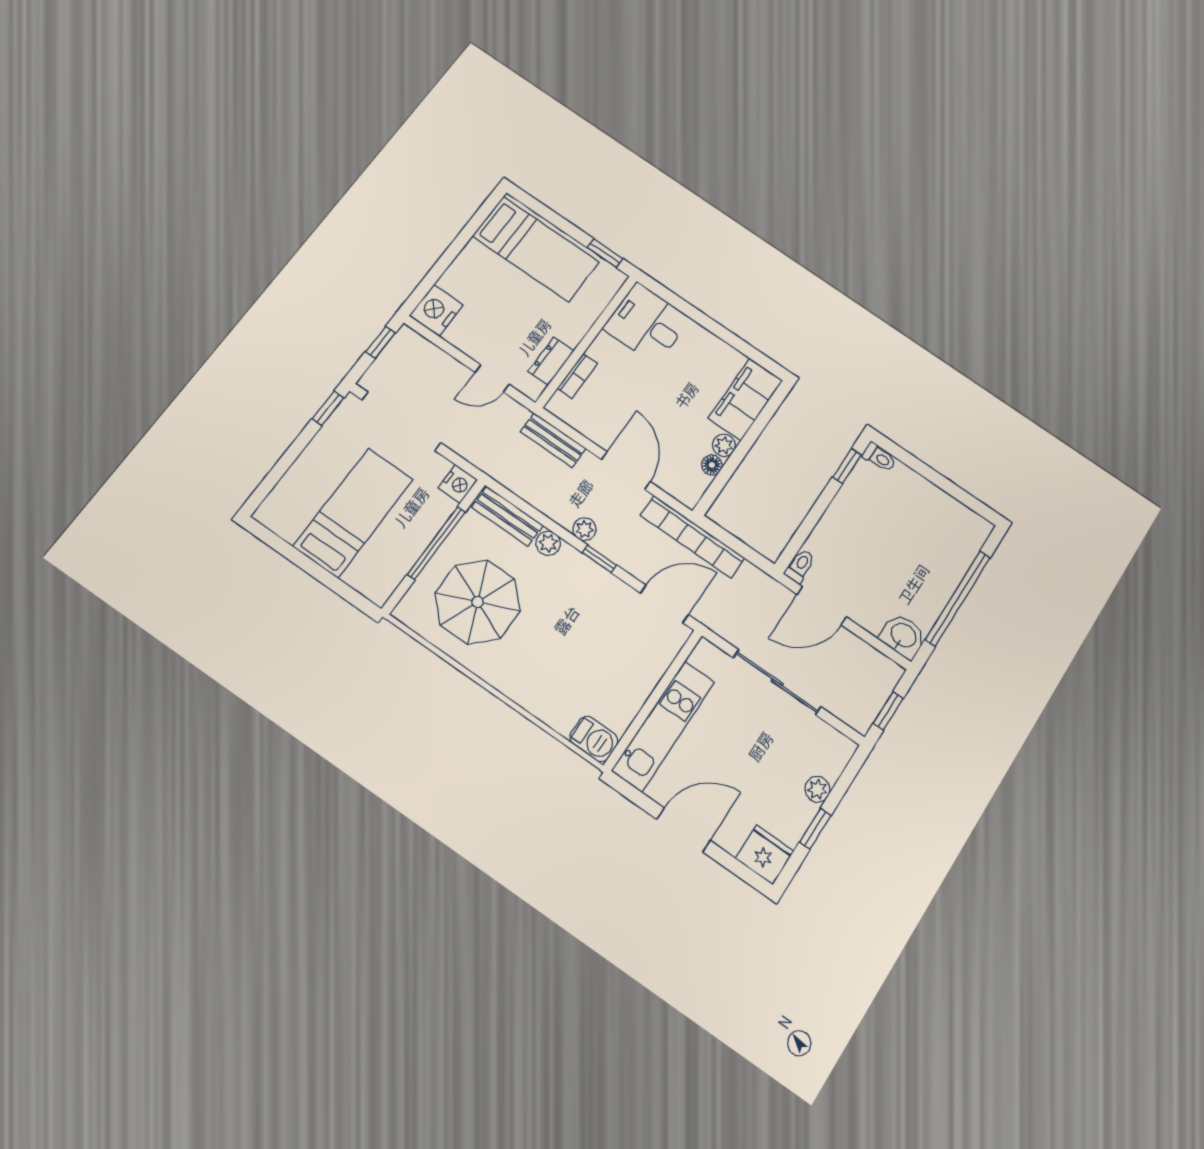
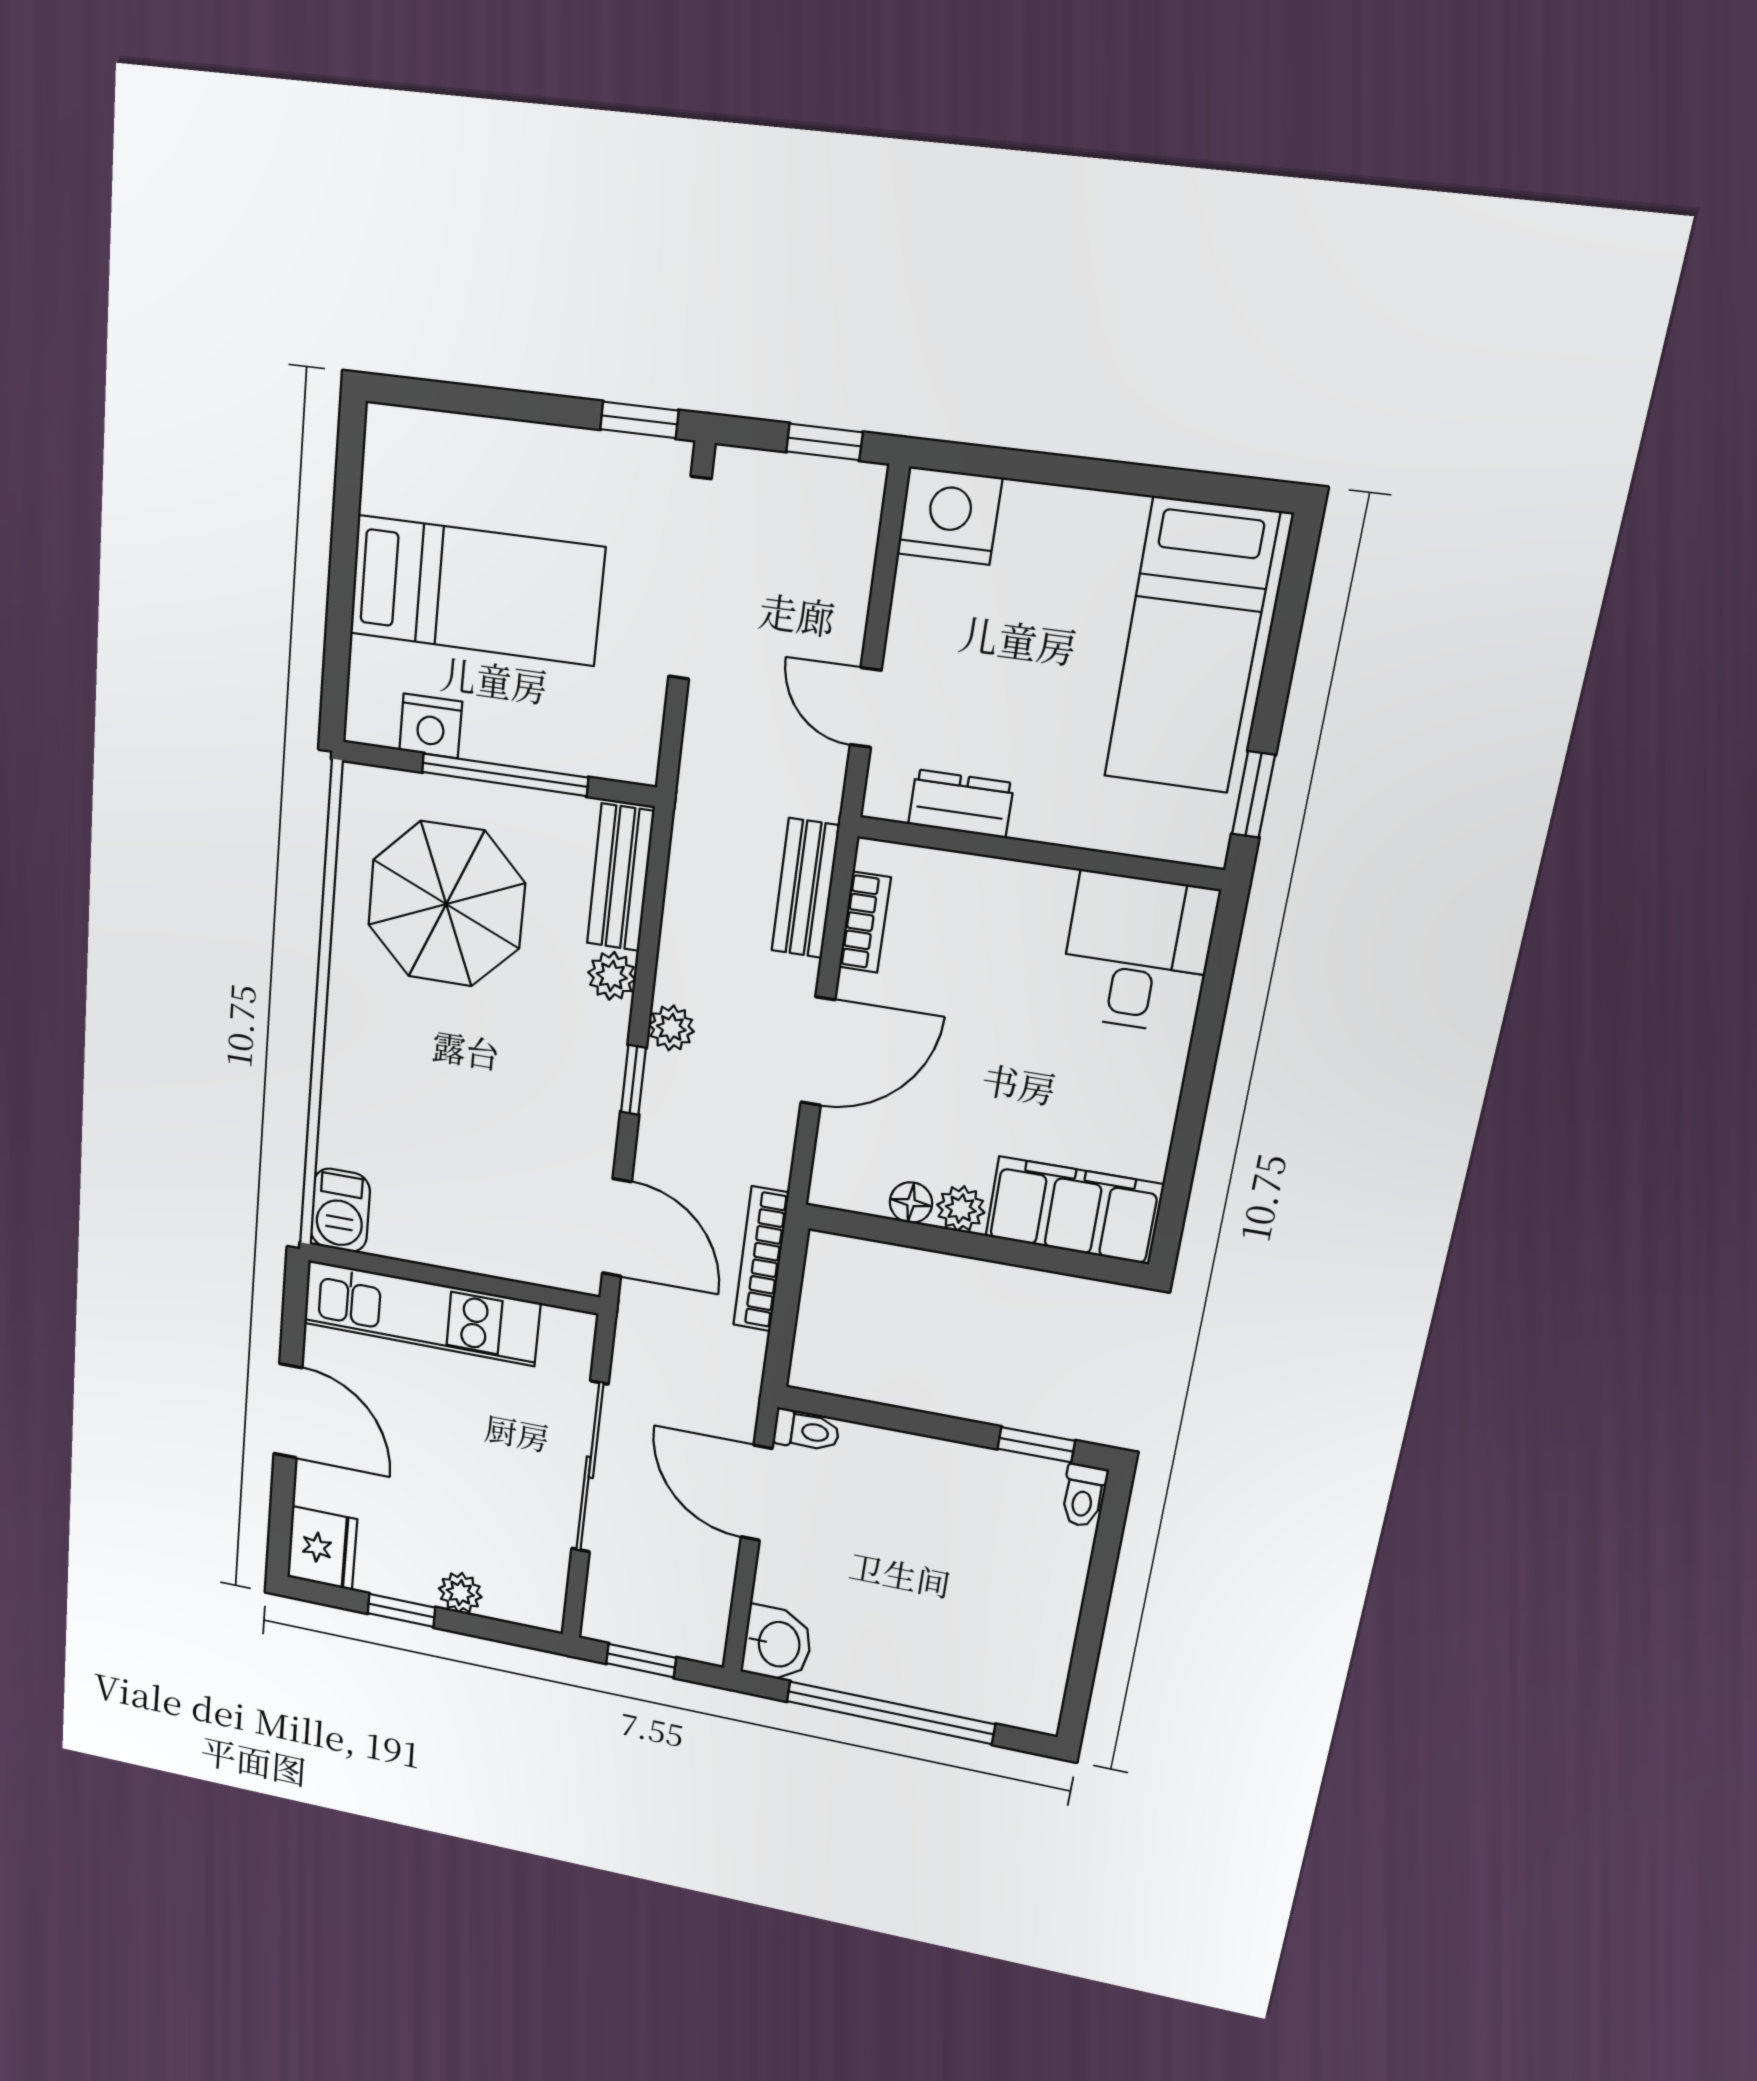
bookcase: (577, 376) -> (865, 922), moved, turned -90
nightstand: (458, 484) -> (431, 726), moved
bookcase: (692, 537) -> (761, 1259), width x0.68, depth x0.76

